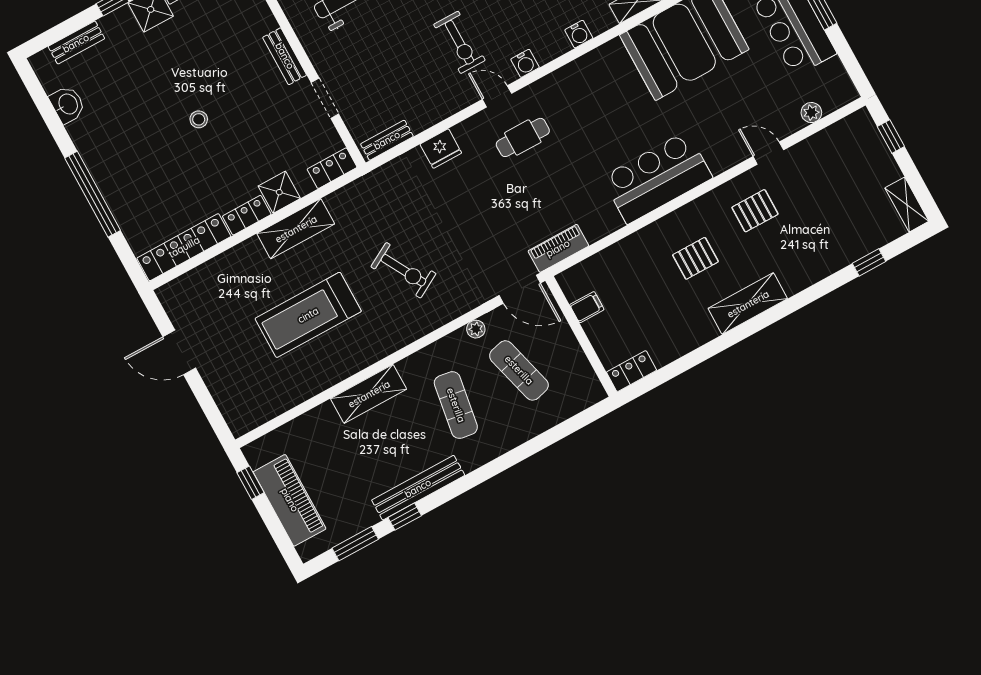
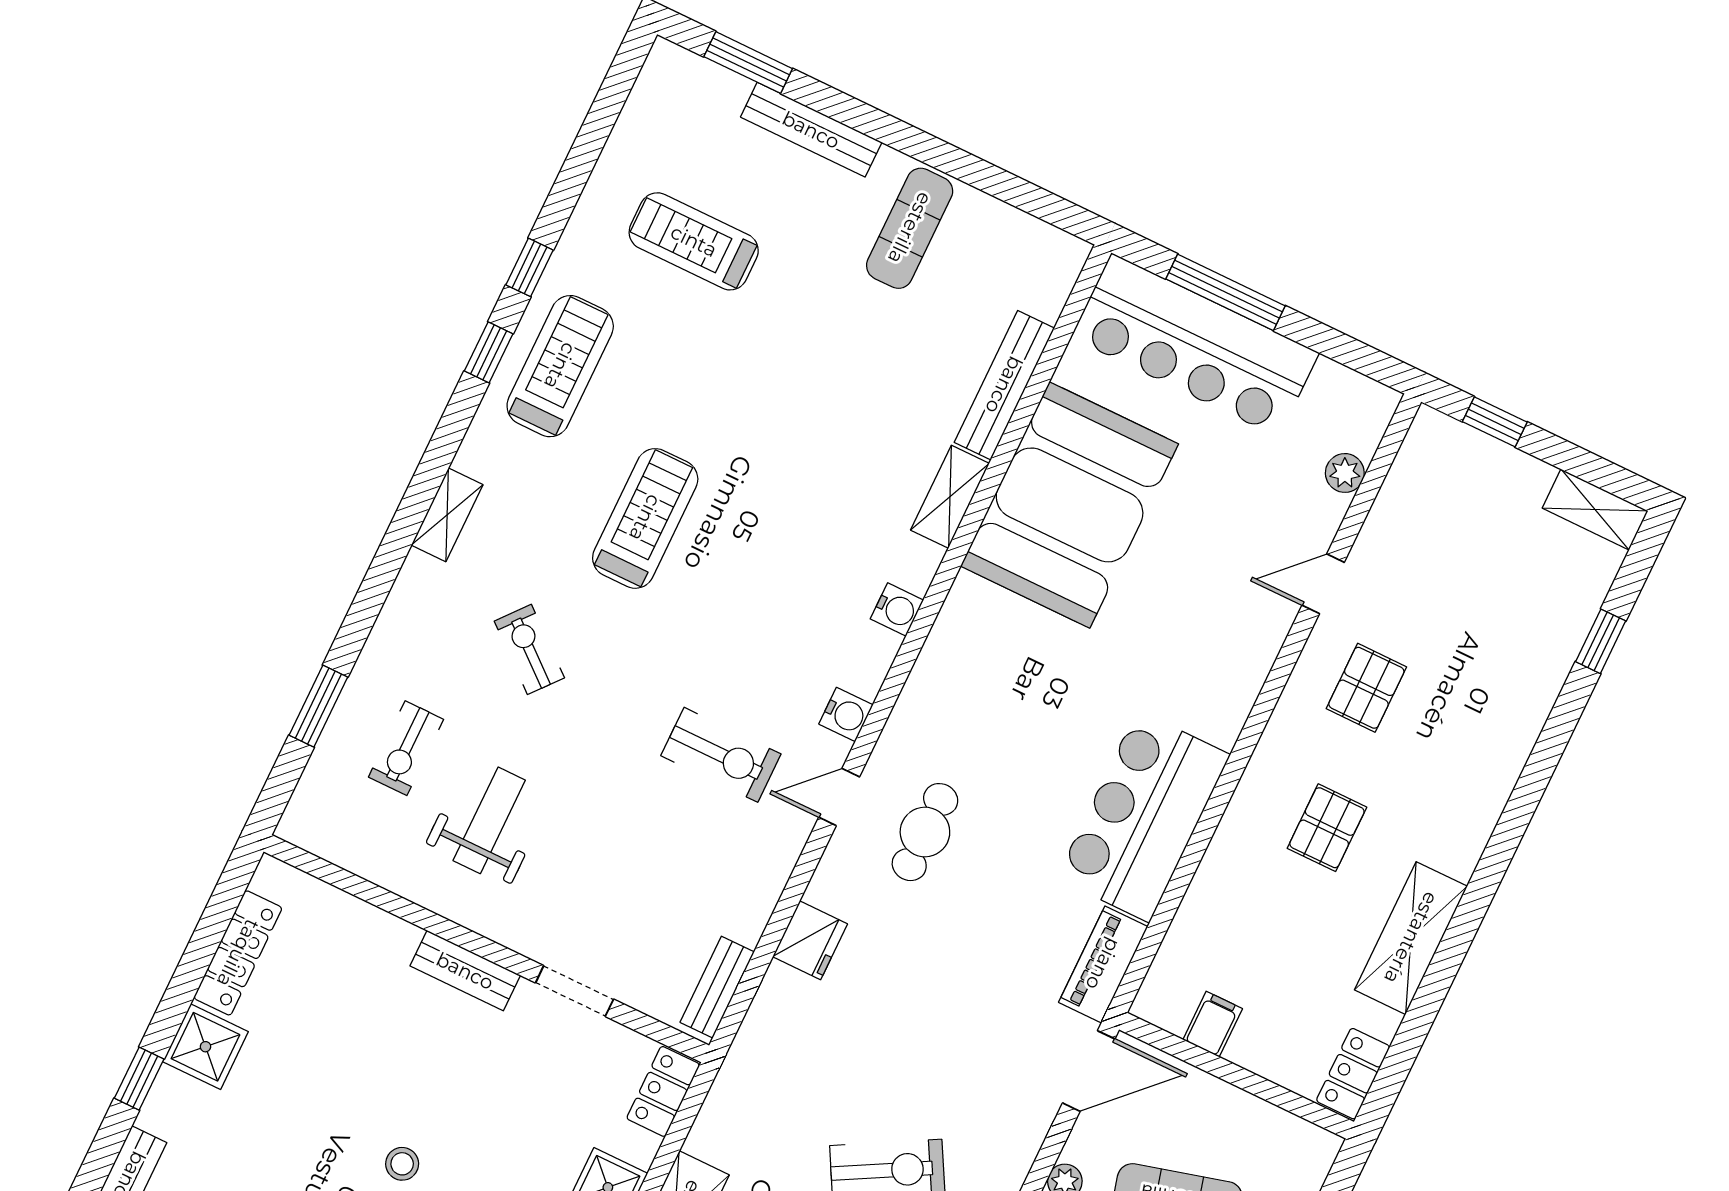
bar counter: (657, 178) -> (1143, 816), moved
shelving: (748, 304) -> (1411, 938), moved

